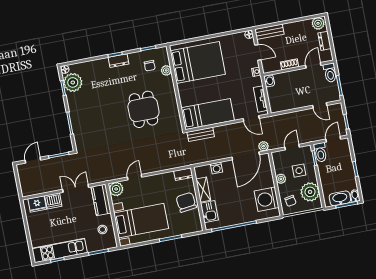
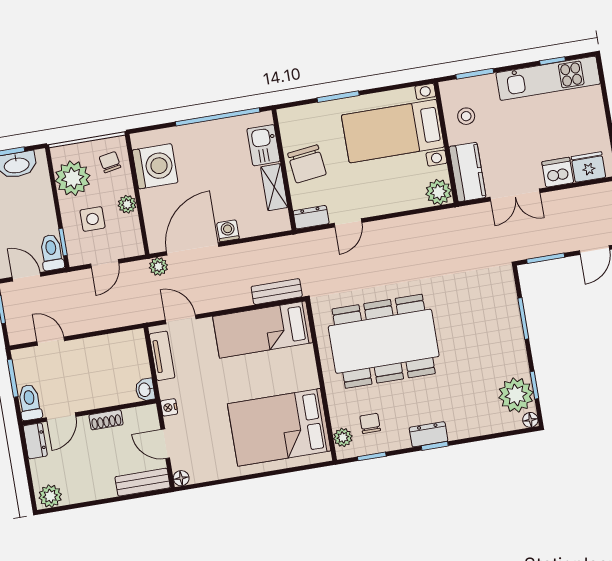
dresser: (325, 41) -> (35, 441), moved
plant: (166, 70) -> (343, 437), moved
dining table: (143, 109) -> (384, 341), width x1.88, depth x1.24
door: (333, 139) -> (27, 277), swing flipped
washing machine: (216, 168) -> (228, 231), moved
door: (135, 177) -> (348, 223), moved

